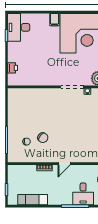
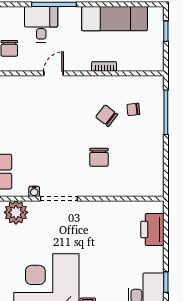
printer: (13, 68) -> (152, 229), width x1.87, depth x1.48
chair: (48, 112) -> (99, 157), added
door: (64, 164) -> (54, 73), moved
exam couch: (33, 200) -> (115, 19), width x1.36, depth x1.45

